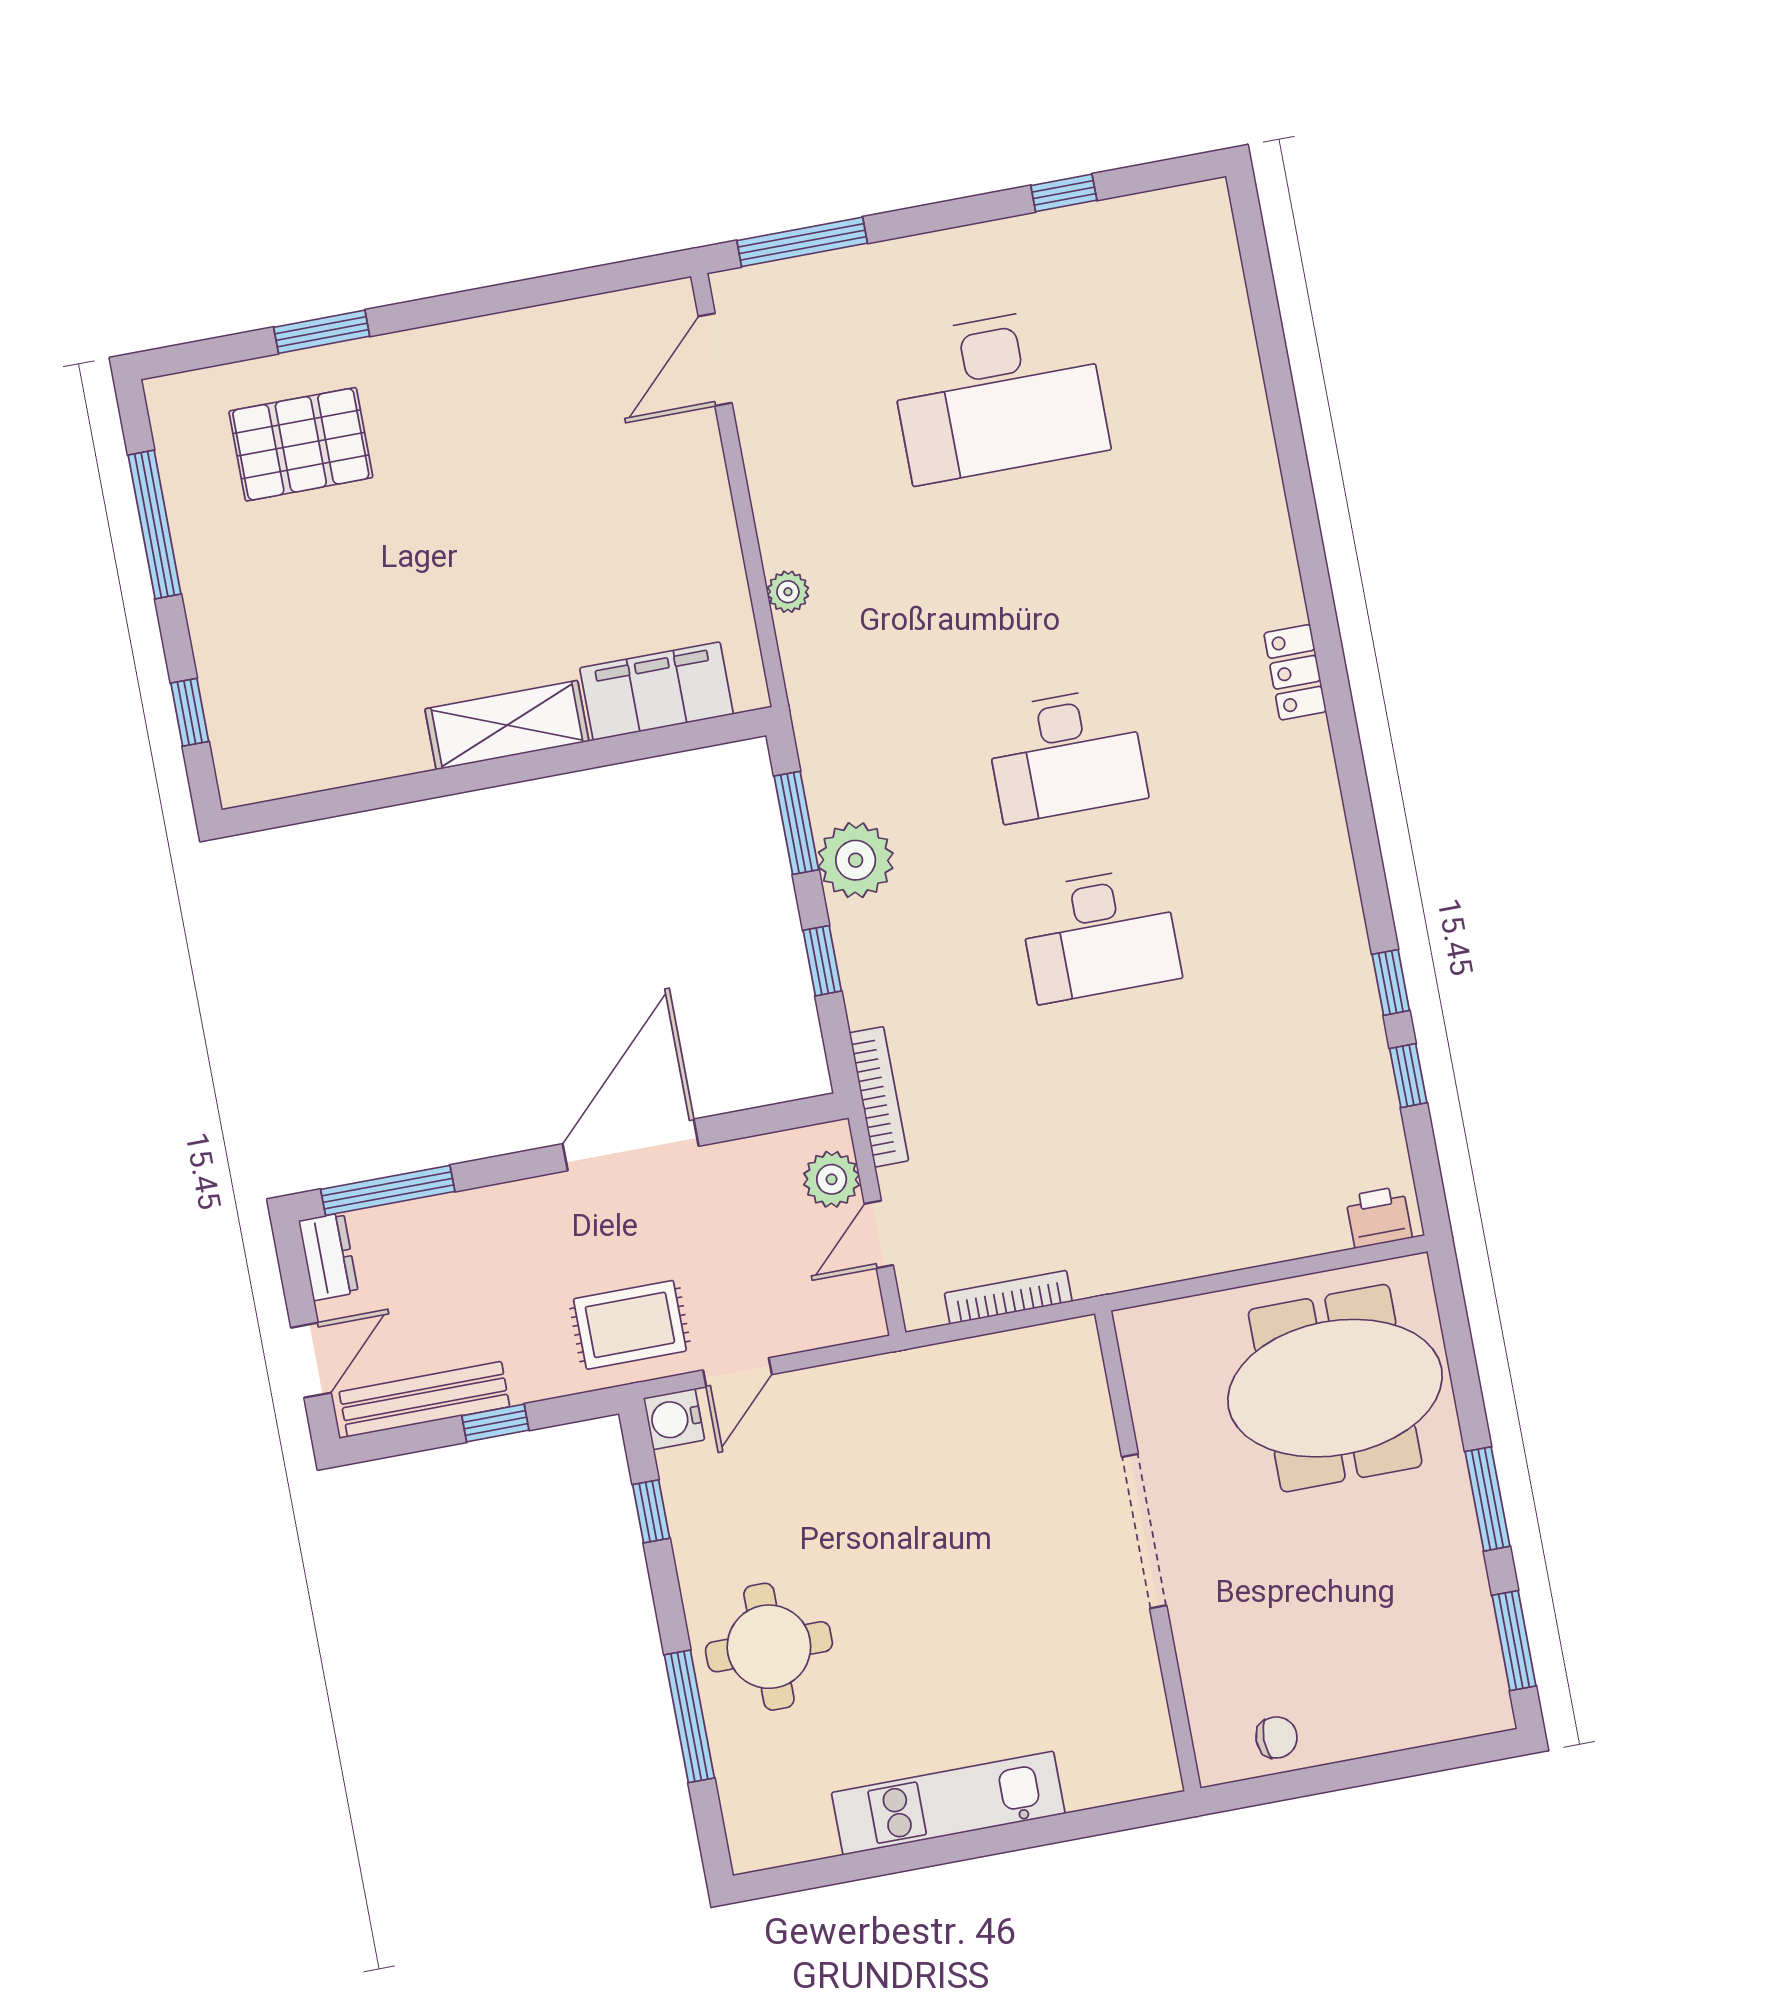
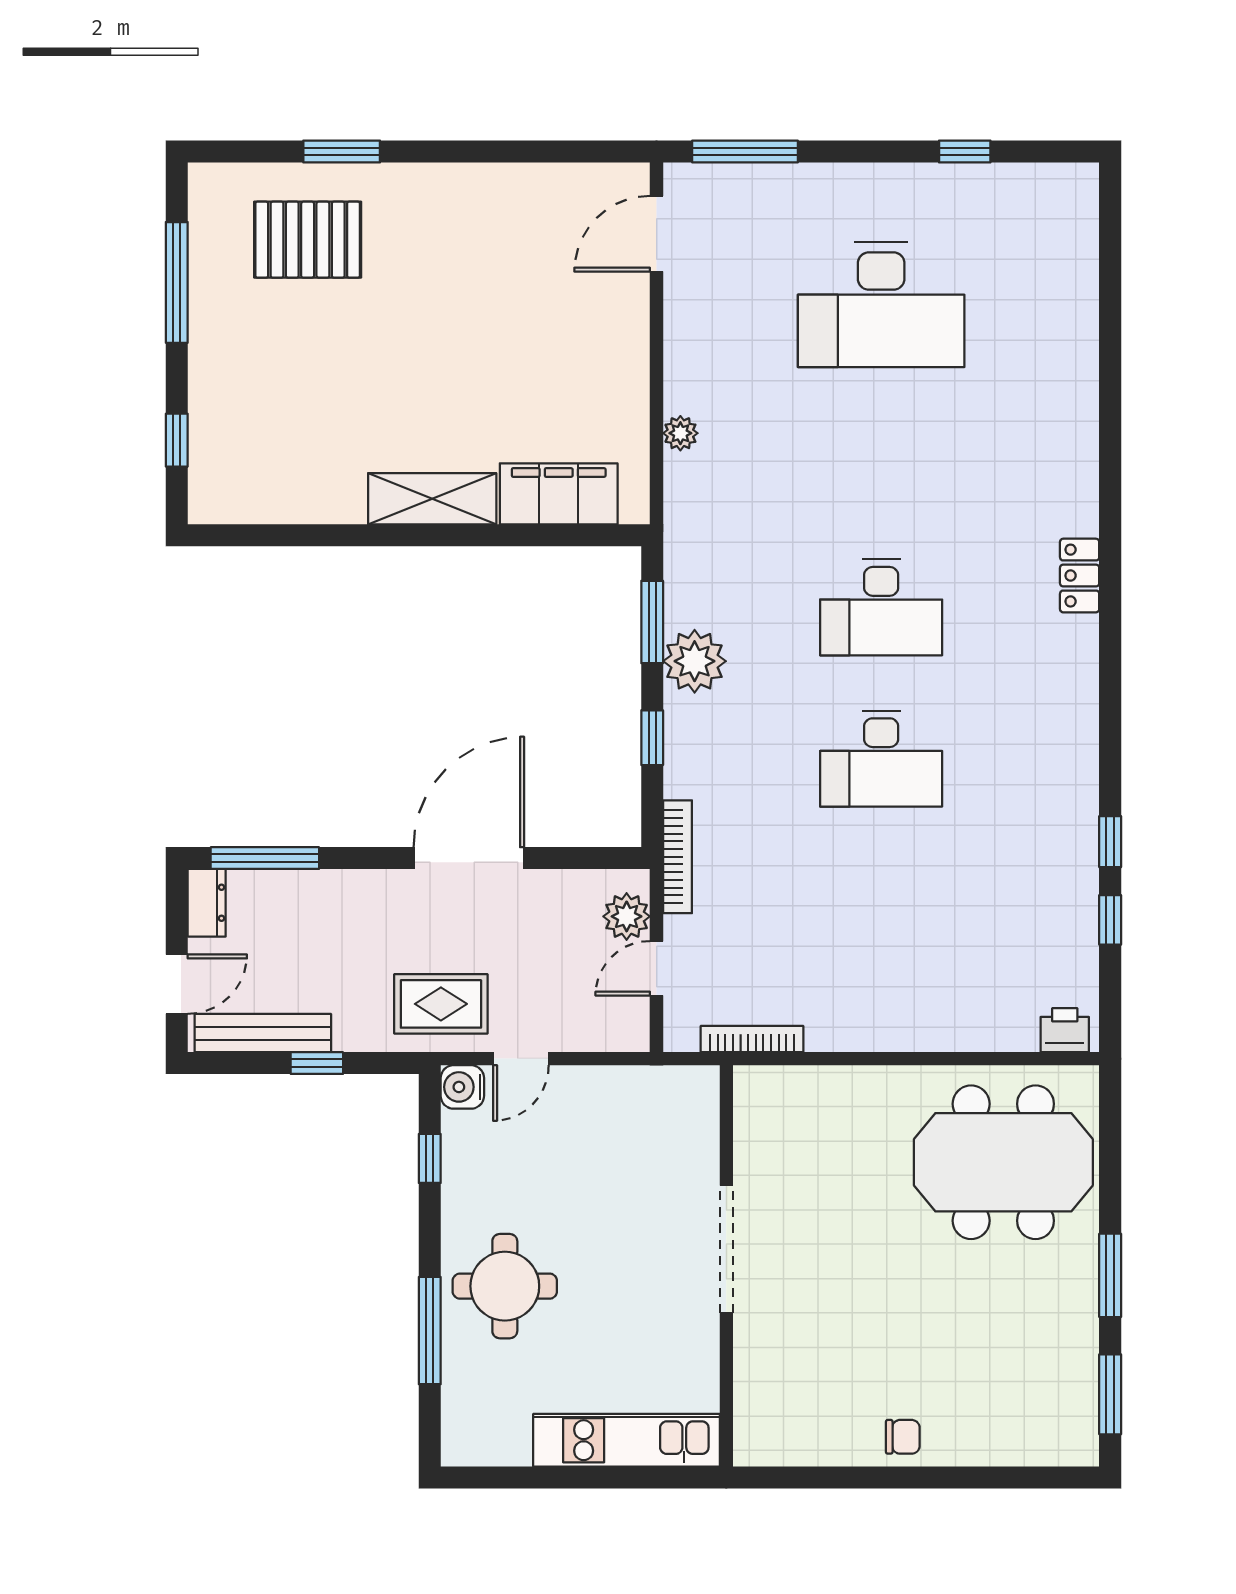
doorway: (1144, 1531) -> (726, 1249), moved
wall: (1148, 1551) -> (726, 1266), moved

